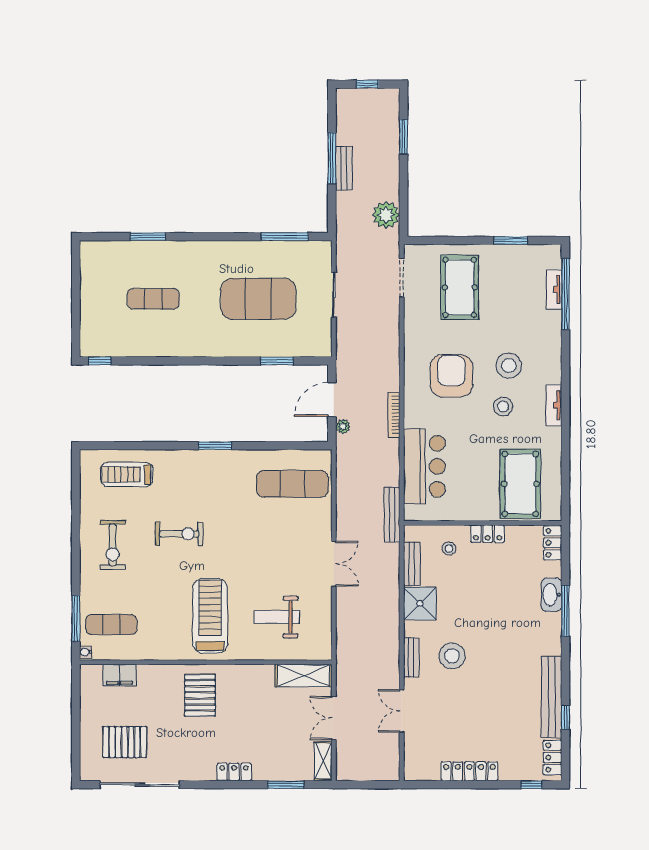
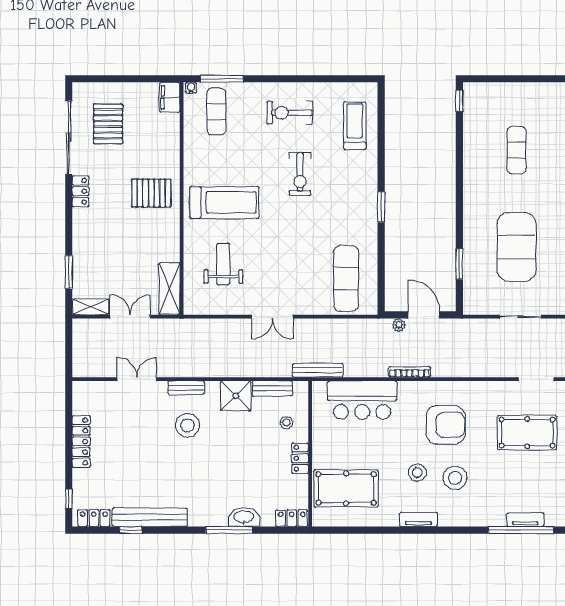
filing cabinet: (119, 675) -> (170, 97), moved
locker: (234, 772) -> (80, 191), moved

